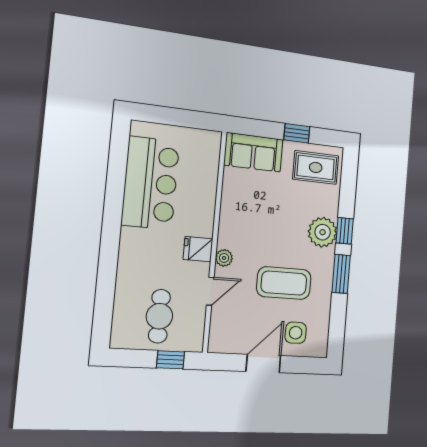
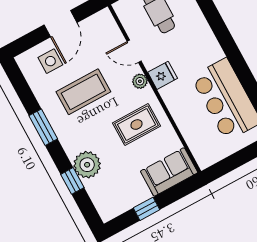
rug: (316, 167) -> (136, 125), moved
window: (345, 231) -> (72, 181), moved
plant: (323, 232) -> (87, 165), moved
door: (210, 291) -> (134, 51), hinge flipped

